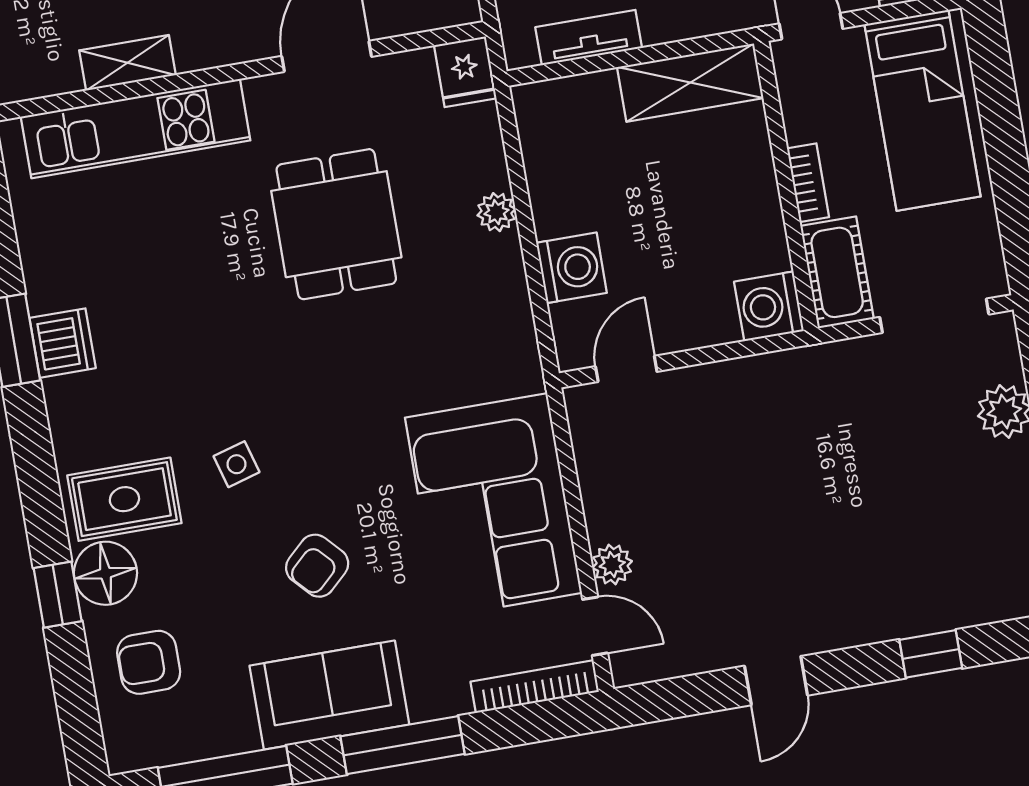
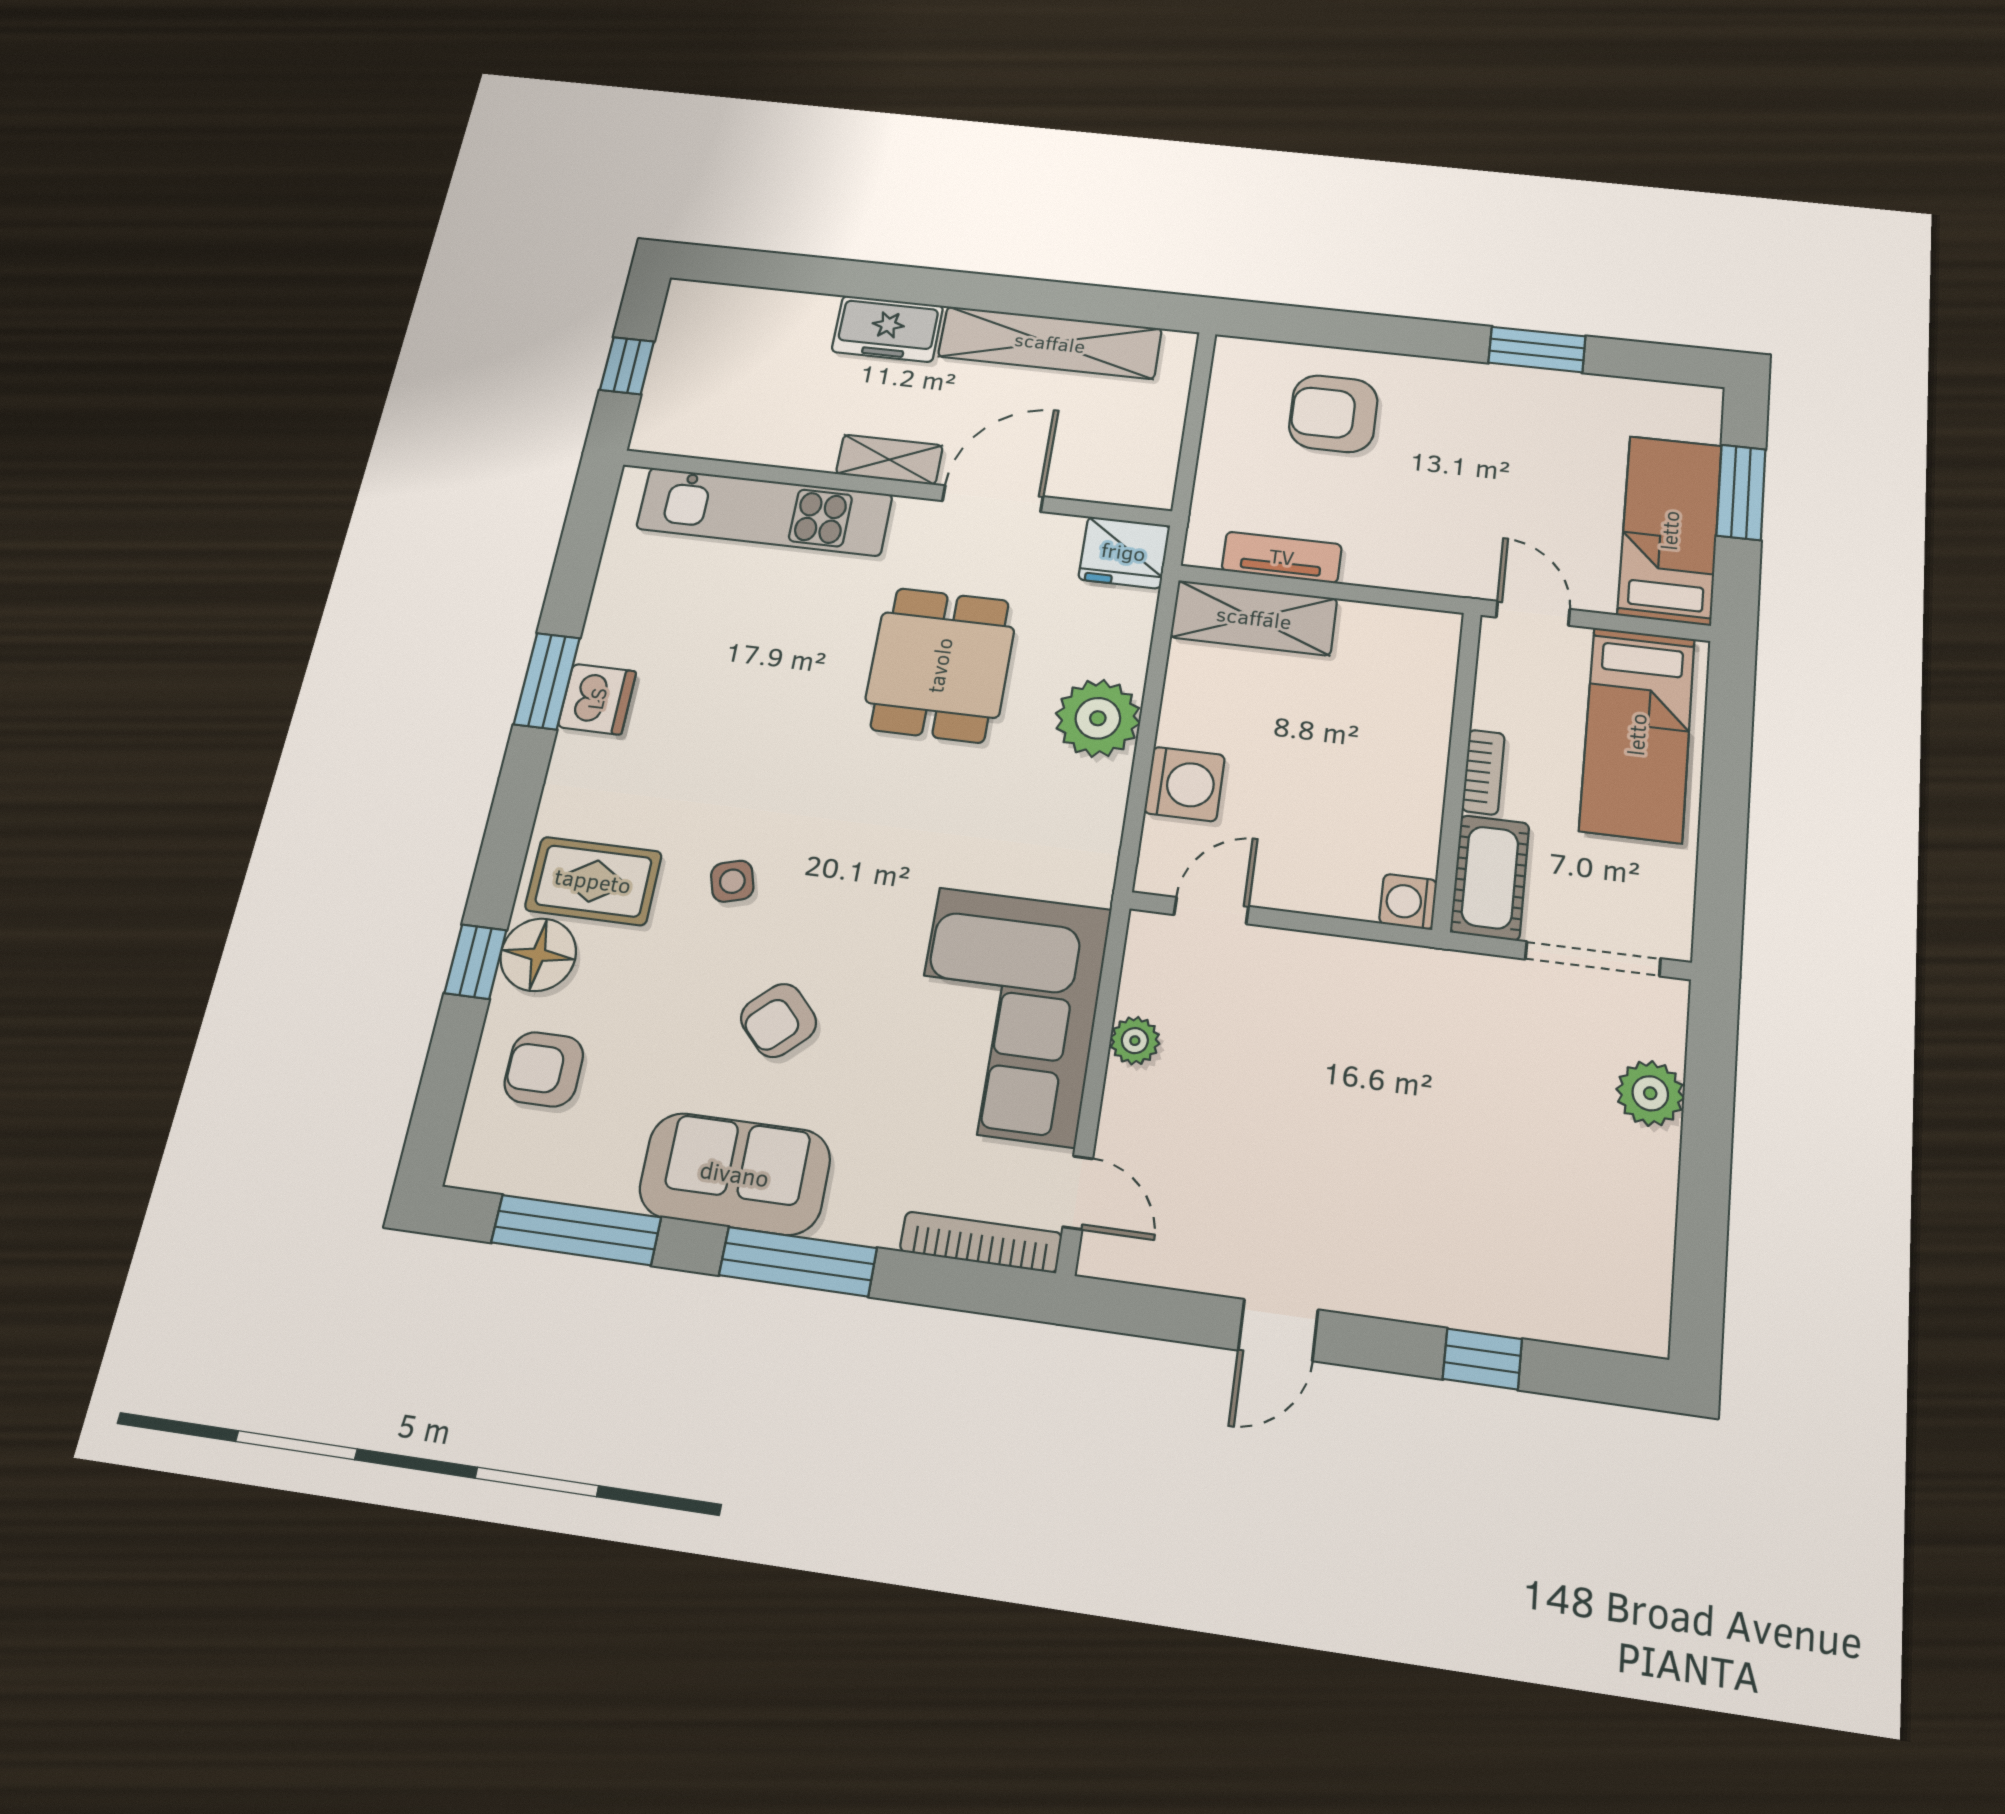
shelving: (127, 63) -> (889, 460), moved
fridge: (465, 72) -> (1124, 552), width x1.38
shelving: (690, 83) -> (1254, 618), moved
plant: (496, 212) -> (1098, 718), width x1.88, depth x1.88
washing machine: (769, 306) -> (1408, 902), width x0.73, depth x0.73
plant: (612, 564) -> (1135, 1041), moved

